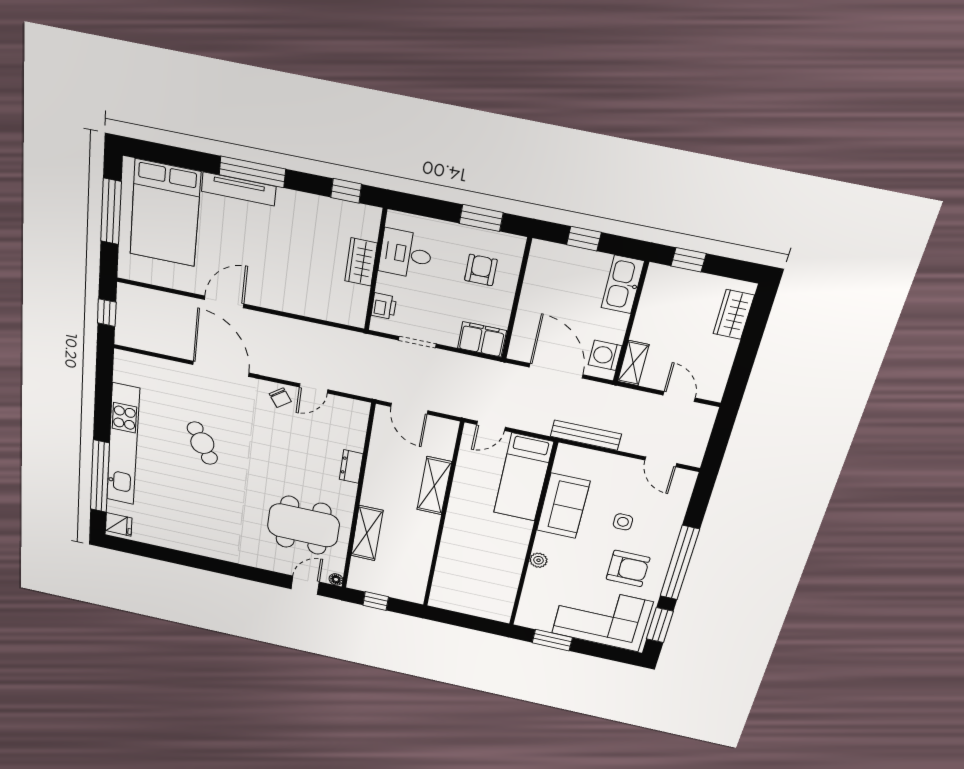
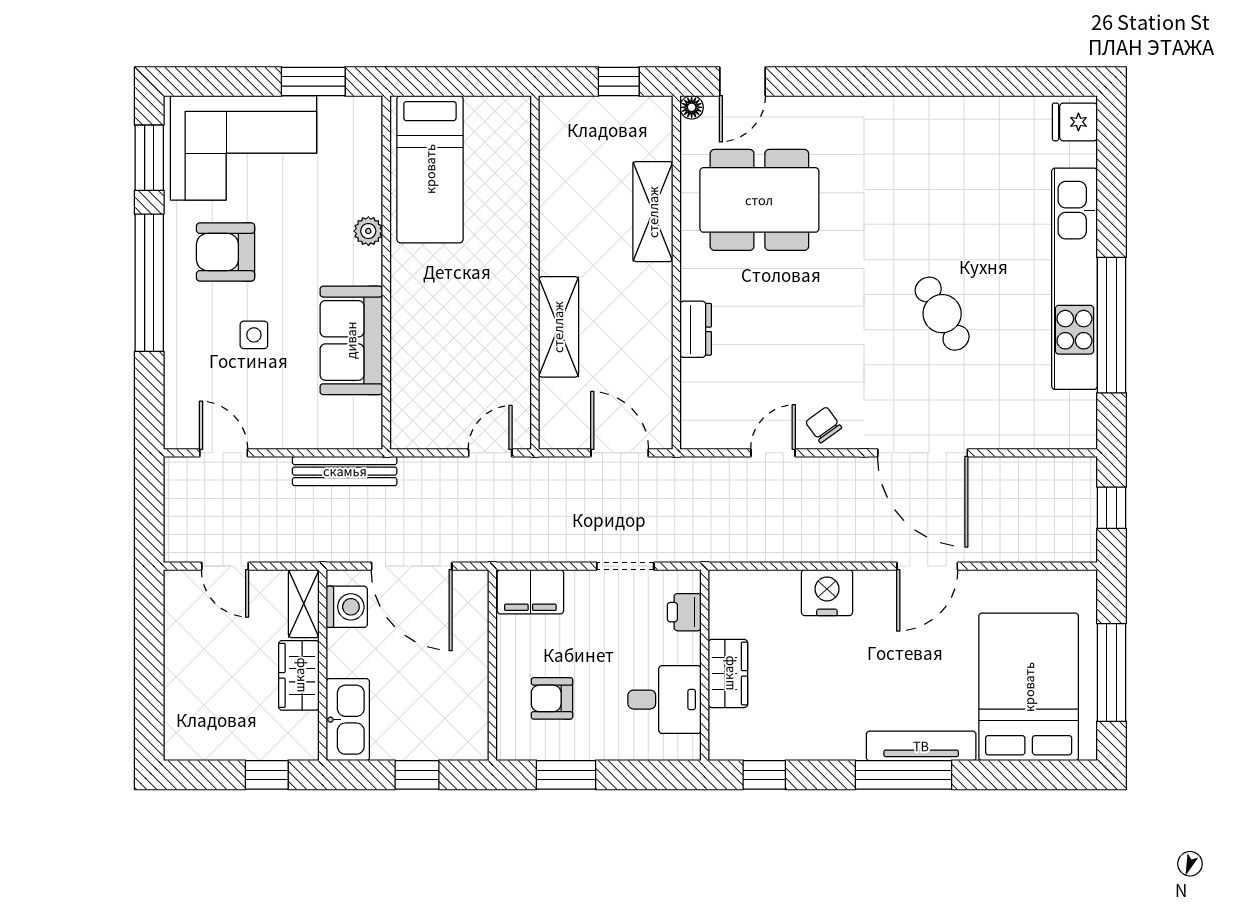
armchair: (481, 270) -> (552, 698), turned 90
nightstand: (290, 299) -> (827, 593), added
wardrobe: (734, 314) -> (299, 675), moved, turned 180
window: (100, 476) -> (1112, 325), moved
bed: (523, 477) -> (430, 169), moved, turned 180

